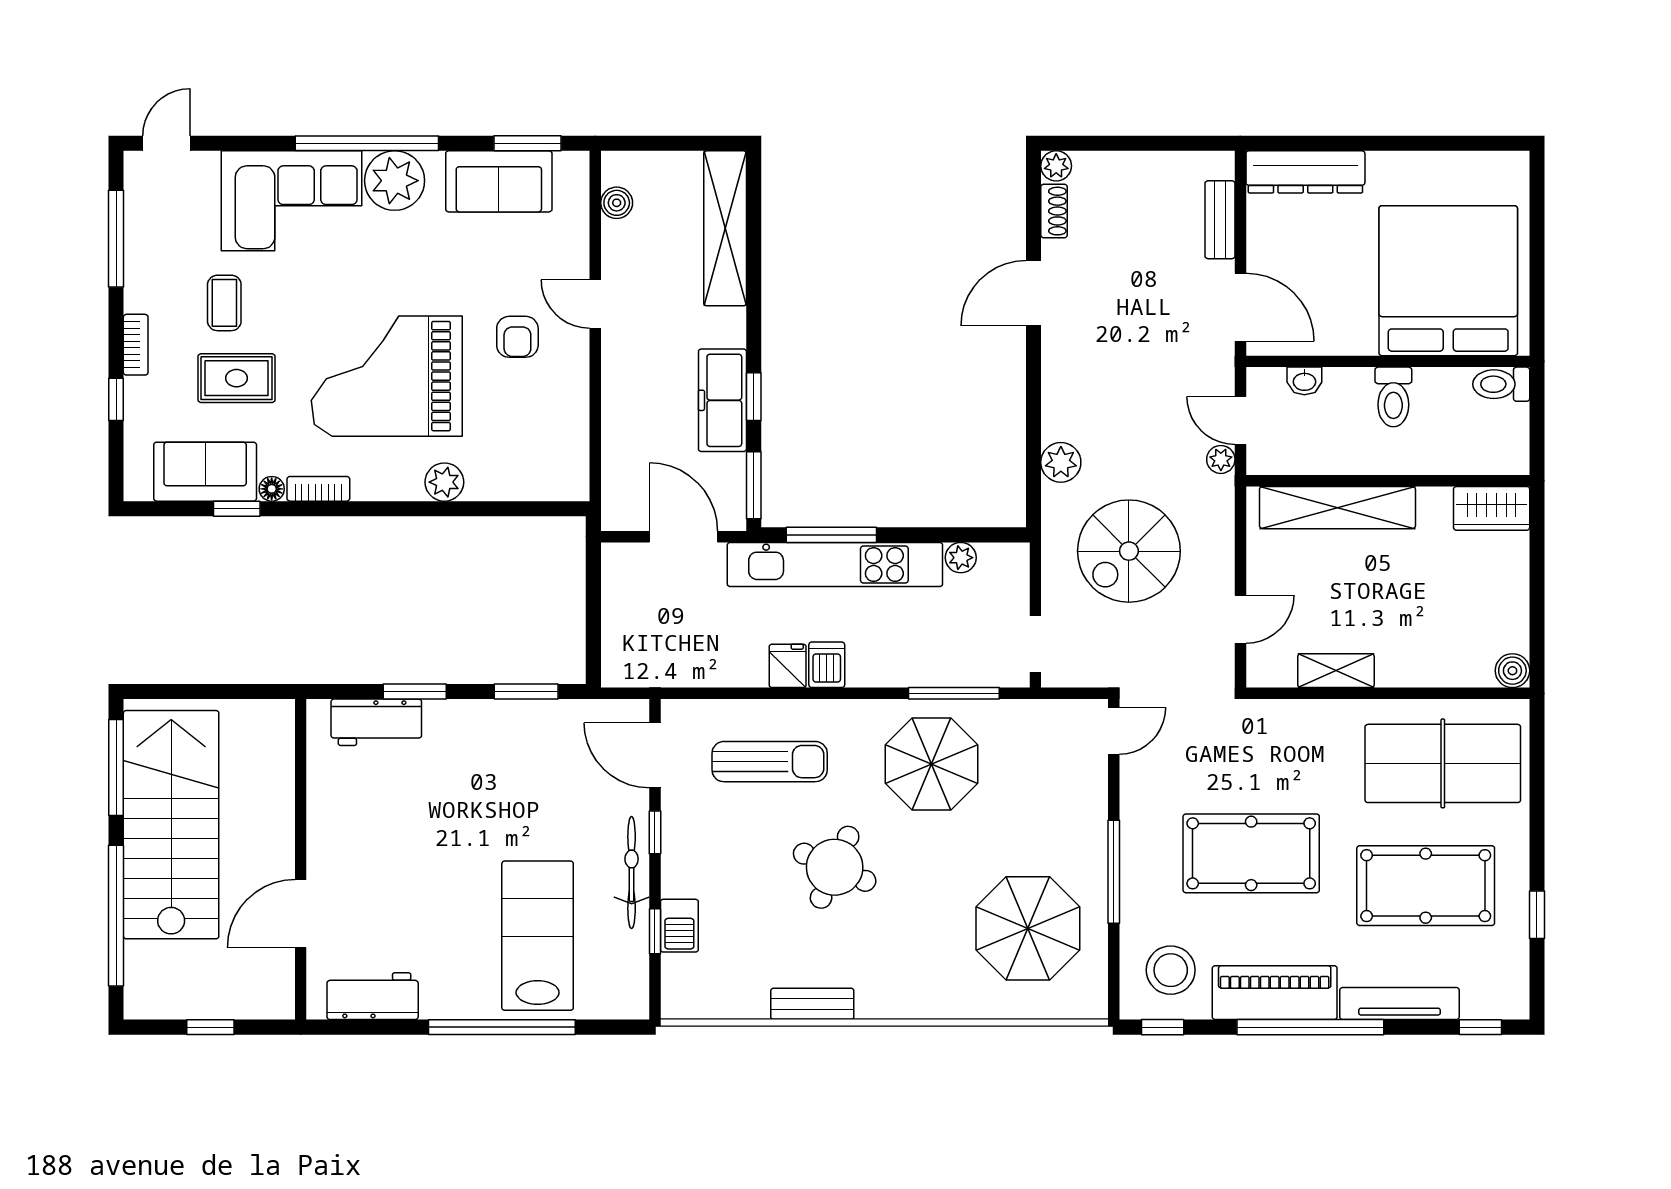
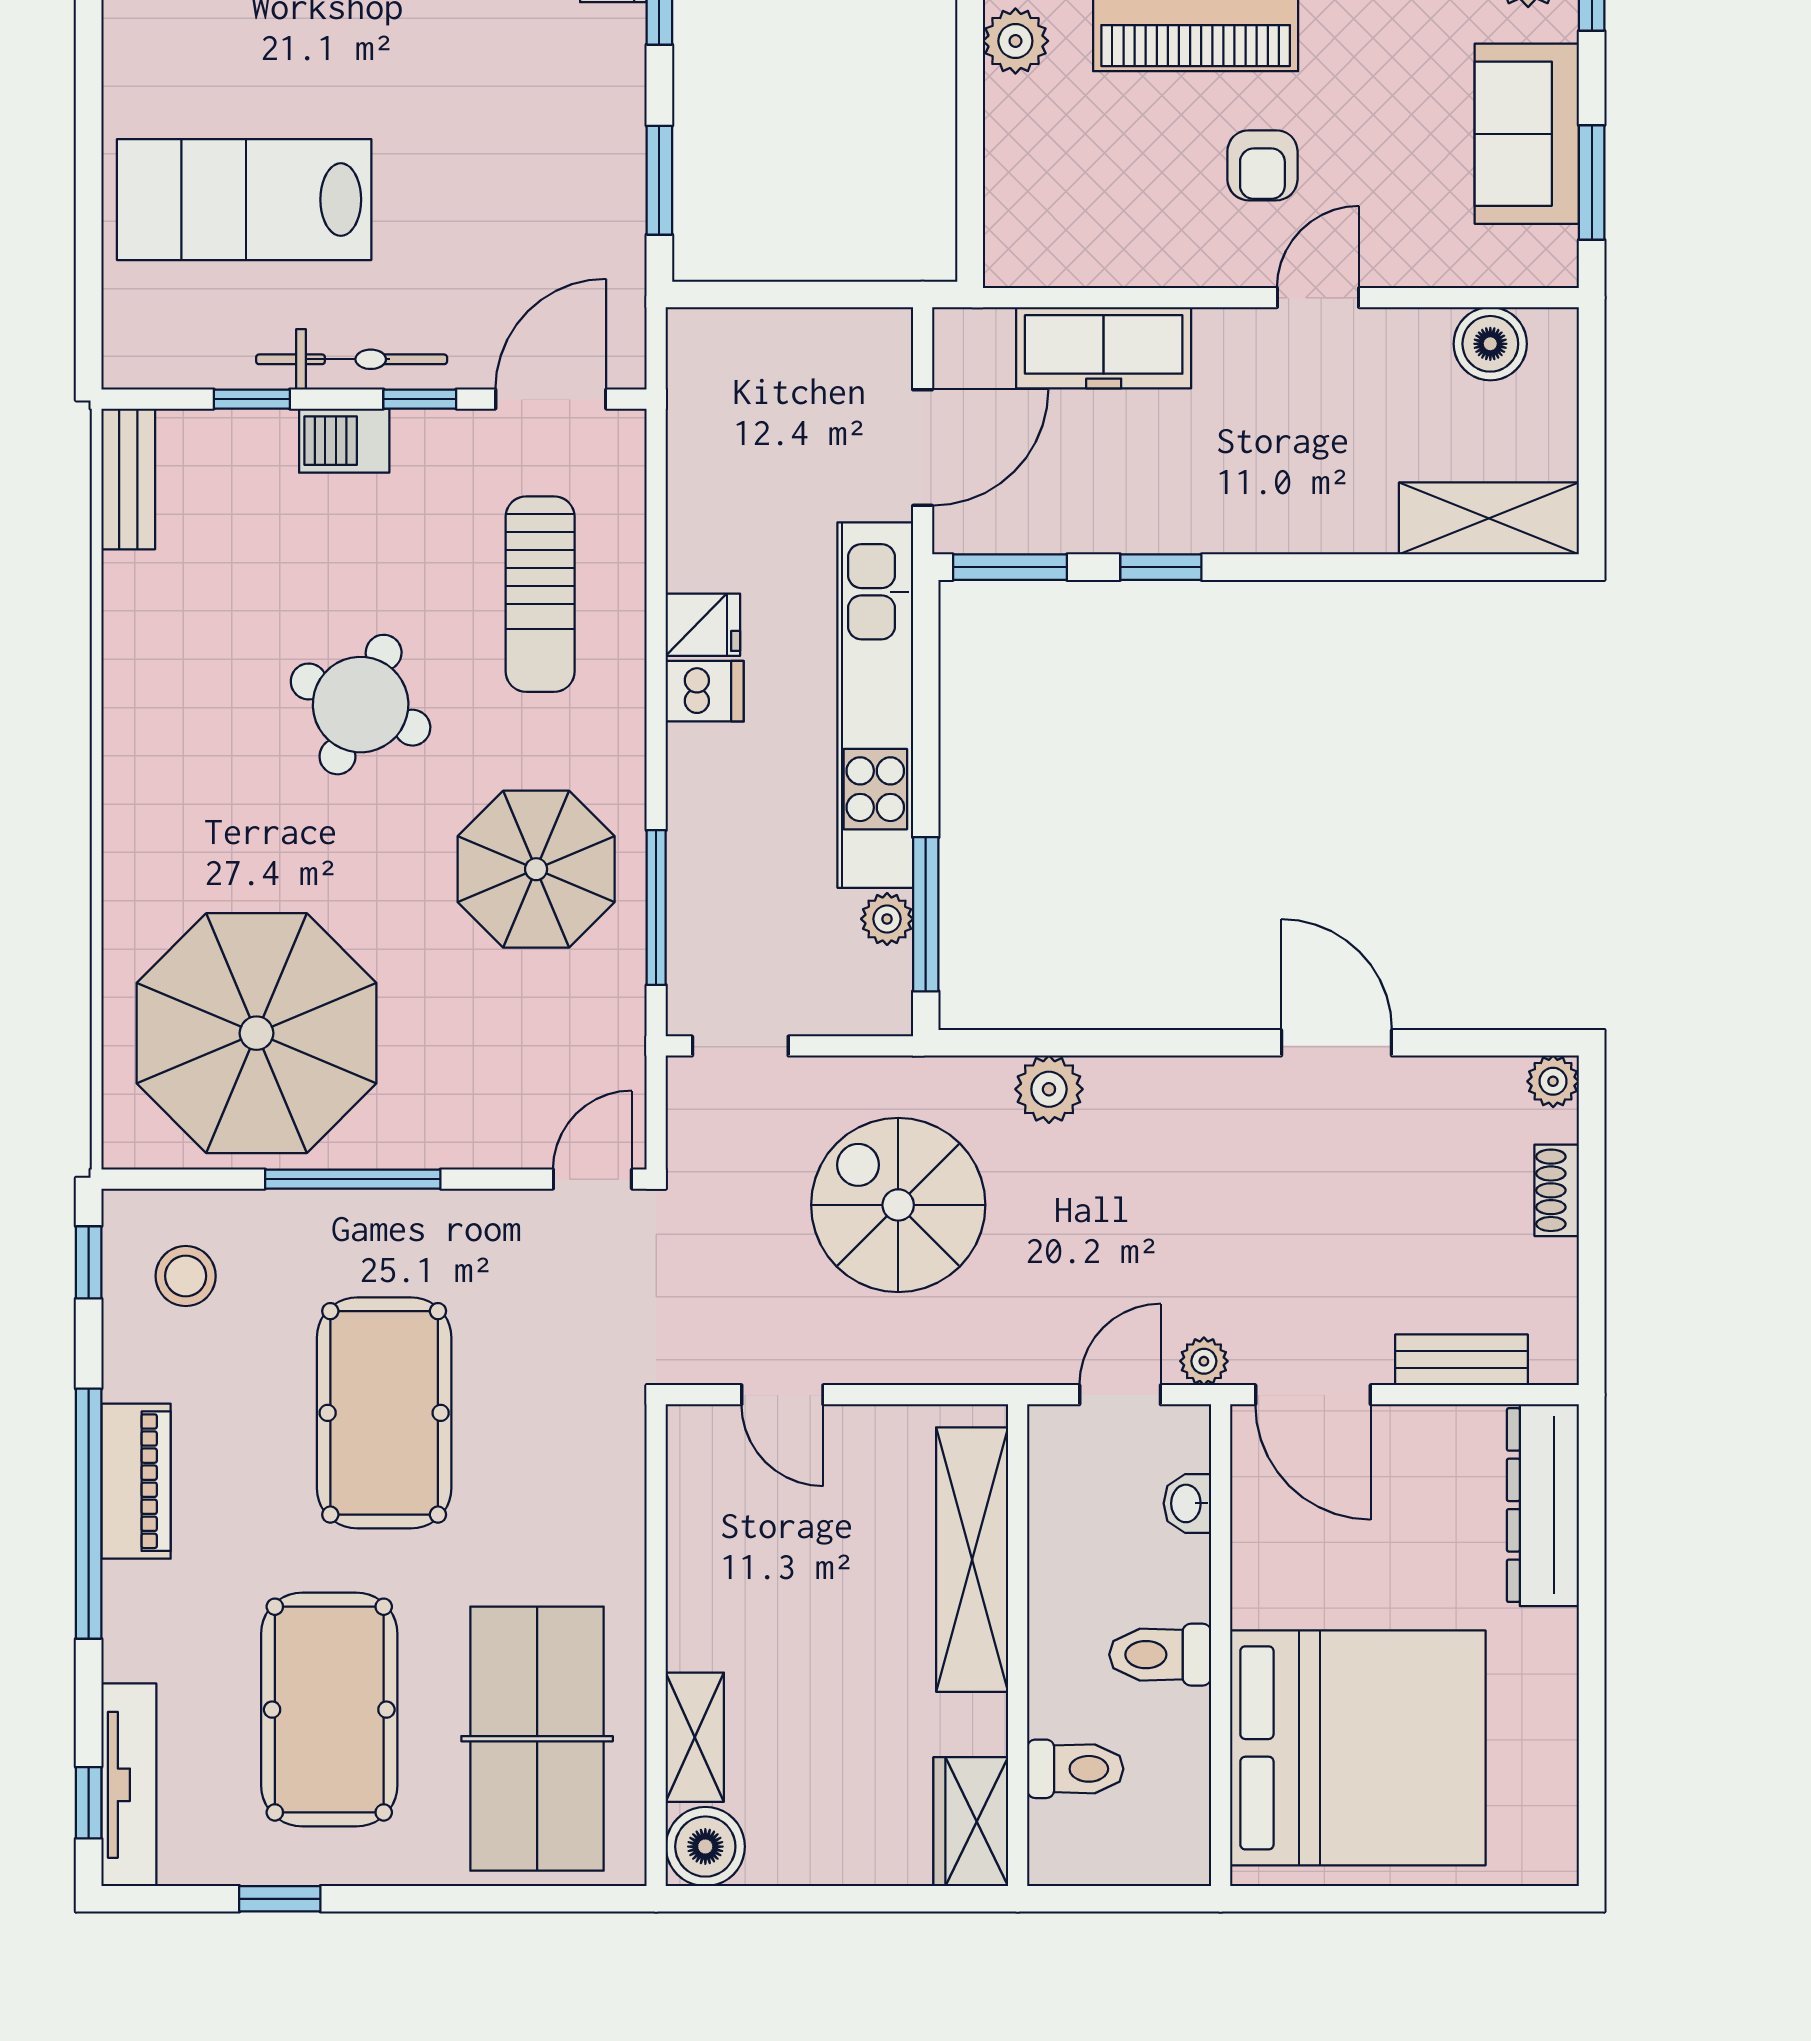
boiler: (617, 203) -> (1490, 344), width x1.36, depth x1.36
shoe rack: (1054, 211) -> (1557, 1190), moved, turned 90
shelving: (725, 228) -> (1489, 518), width x0.68
door: (1240, 307) -> (1313, 1395), hinge flipped
armchair: (517, 337) -> (1262, 165), turned -90
toilet: (1501, 384) -> (1075, 1769), moved, turned 90
freezer: (722, 400) -> (1104, 348), moved, turned 180
plant: (1221, 459) -> (1204, 1361), moved
window: (831, 535) -> (926, 914), moved
shelving: (1336, 671) -> (695, 1737), moved
boiler: (1512, 671) -> (705, 1847), width x1.36, depth x1.36
door: (1114, 731) -> (592, 1179), swing flipped
barbecue: (679, 926) -> (344, 441), moved
parasol: (1028, 928) -> (256, 1033), width x1.36, depth x1.36
lab bench: (538, 936) -> (244, 200), turned 180
stool: (1171, 970) -> (186, 1276), width x0.73, depth x0.73
piano: (1275, 993) -> (136, 1481), width x0.73, depth x0.75
bench: (812, 1004) -> (128, 479), moved
tv unit: (1400, 1004) -> (129, 1785), moved
window: (502, 1027) -> (89, 139), removed

